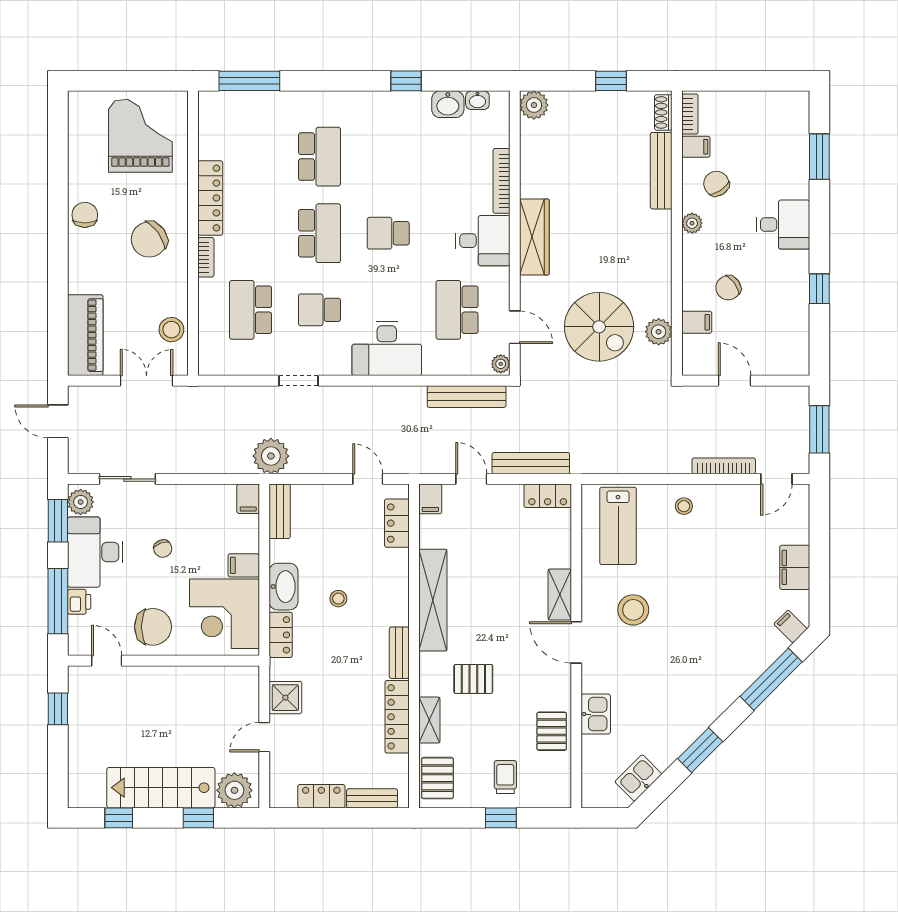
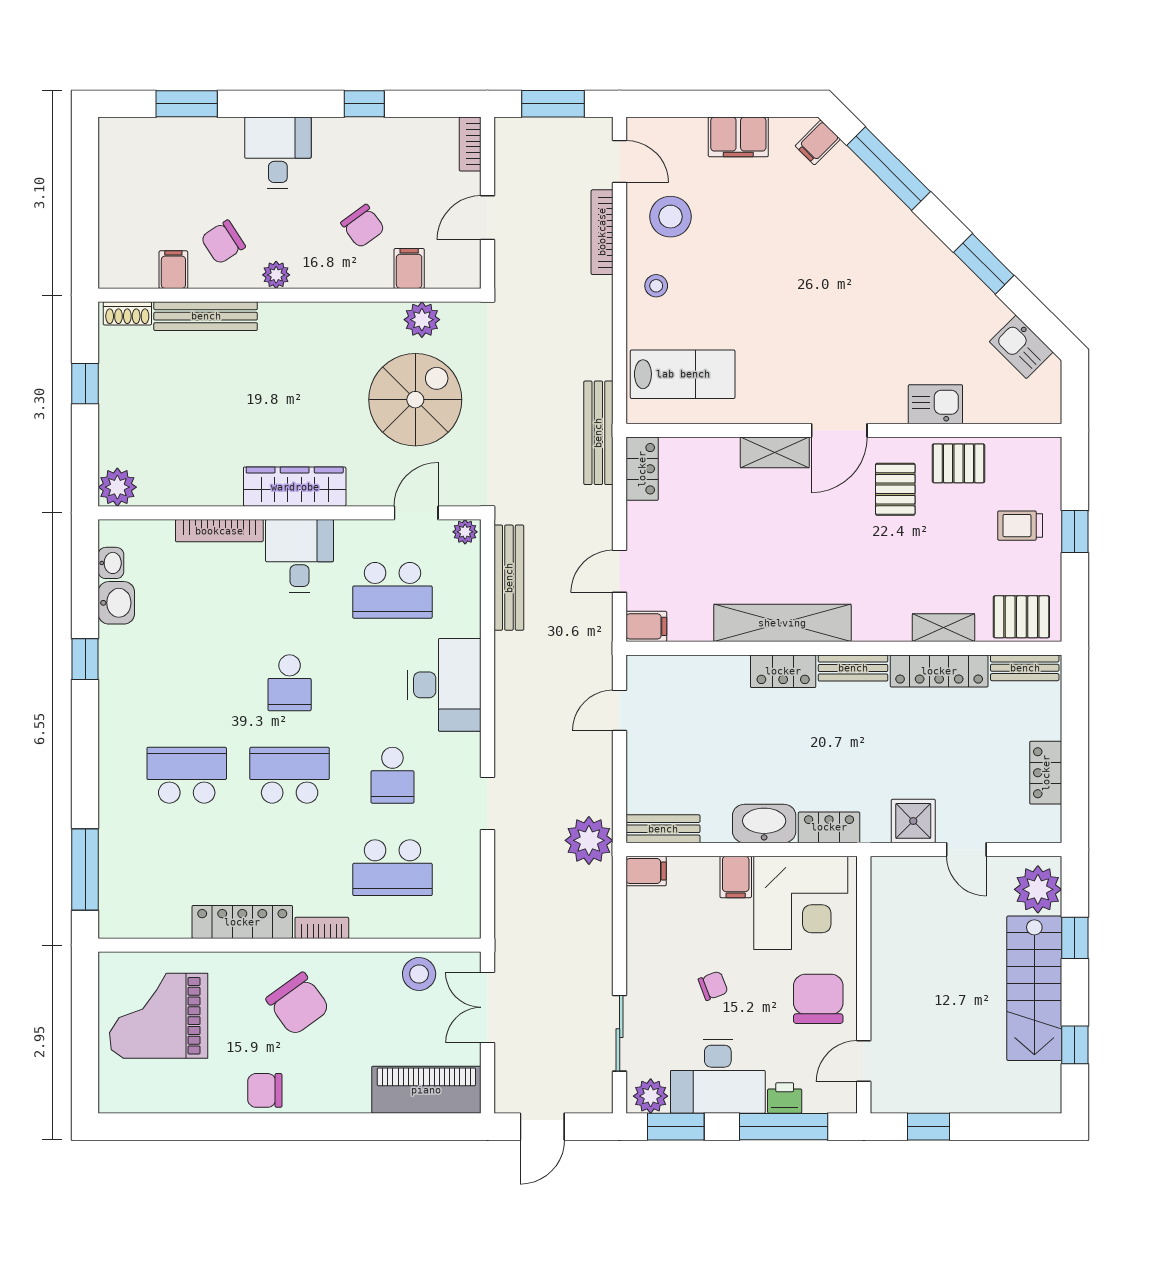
bookcase: (690, 114) -> (470, 144), moved, turned -90
bench: (531, 463) -> (598, 433), moved
locker: (397, 523) -> (783, 671), moved
stool: (338, 599) -> (780, 750), removed
stool: (633, 610) -> (671, 217), moved
pallet: (473, 679) -> (895, 489), moved
bench: (372, 798) -> (1025, 668), moved, turned 90

